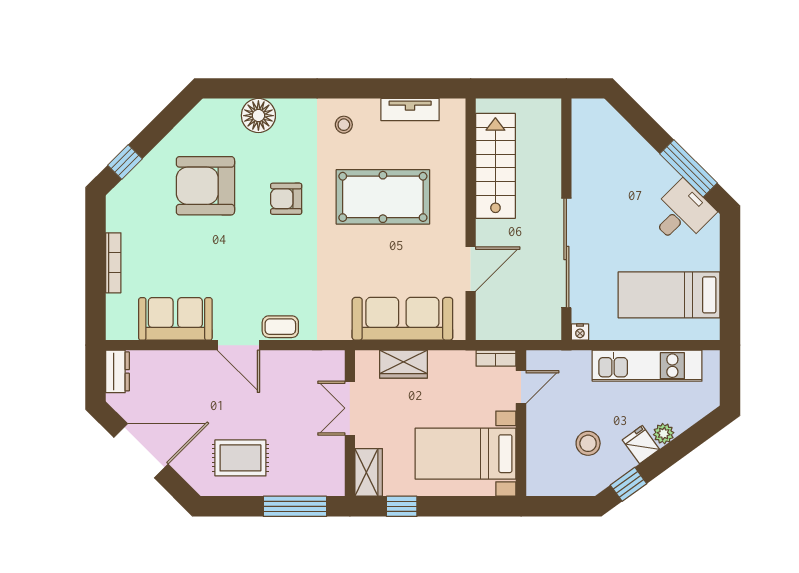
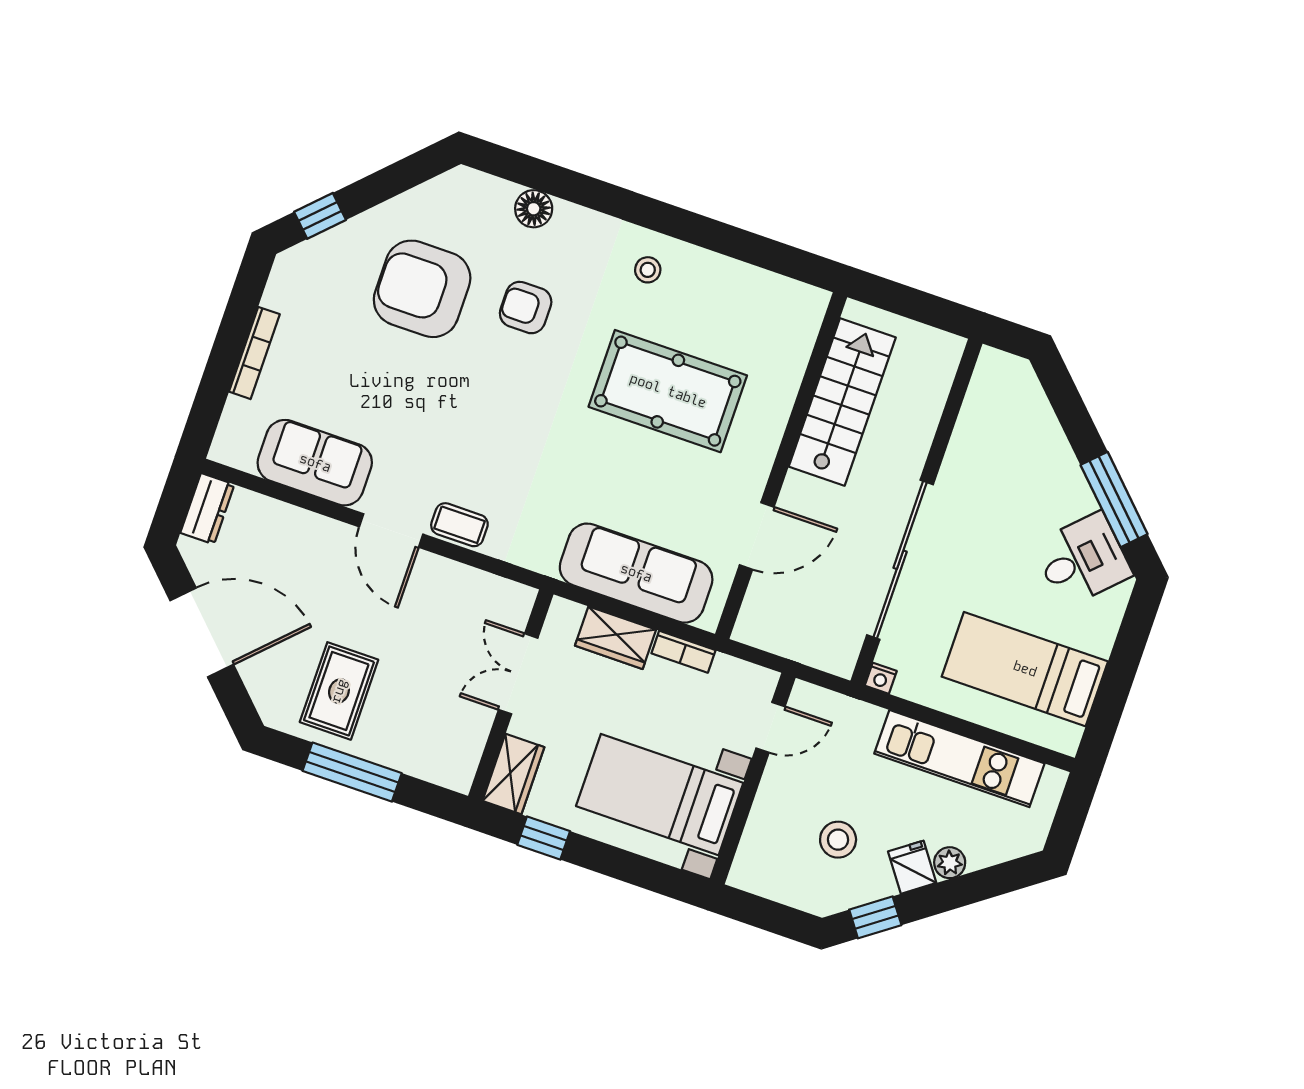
tv unit: (410, 110) -> (749, 281), removed
floor lamp: (258, 116) -> (534, 209), width x0.73, depth x0.73
armchair: (286, 199) -> (526, 308), moved
bookcase: (496, 358) -> (683, 652), moved
rug: (240, 458) -> (339, 691), turned 90
window: (295, 506) -> (352, 772), moved

